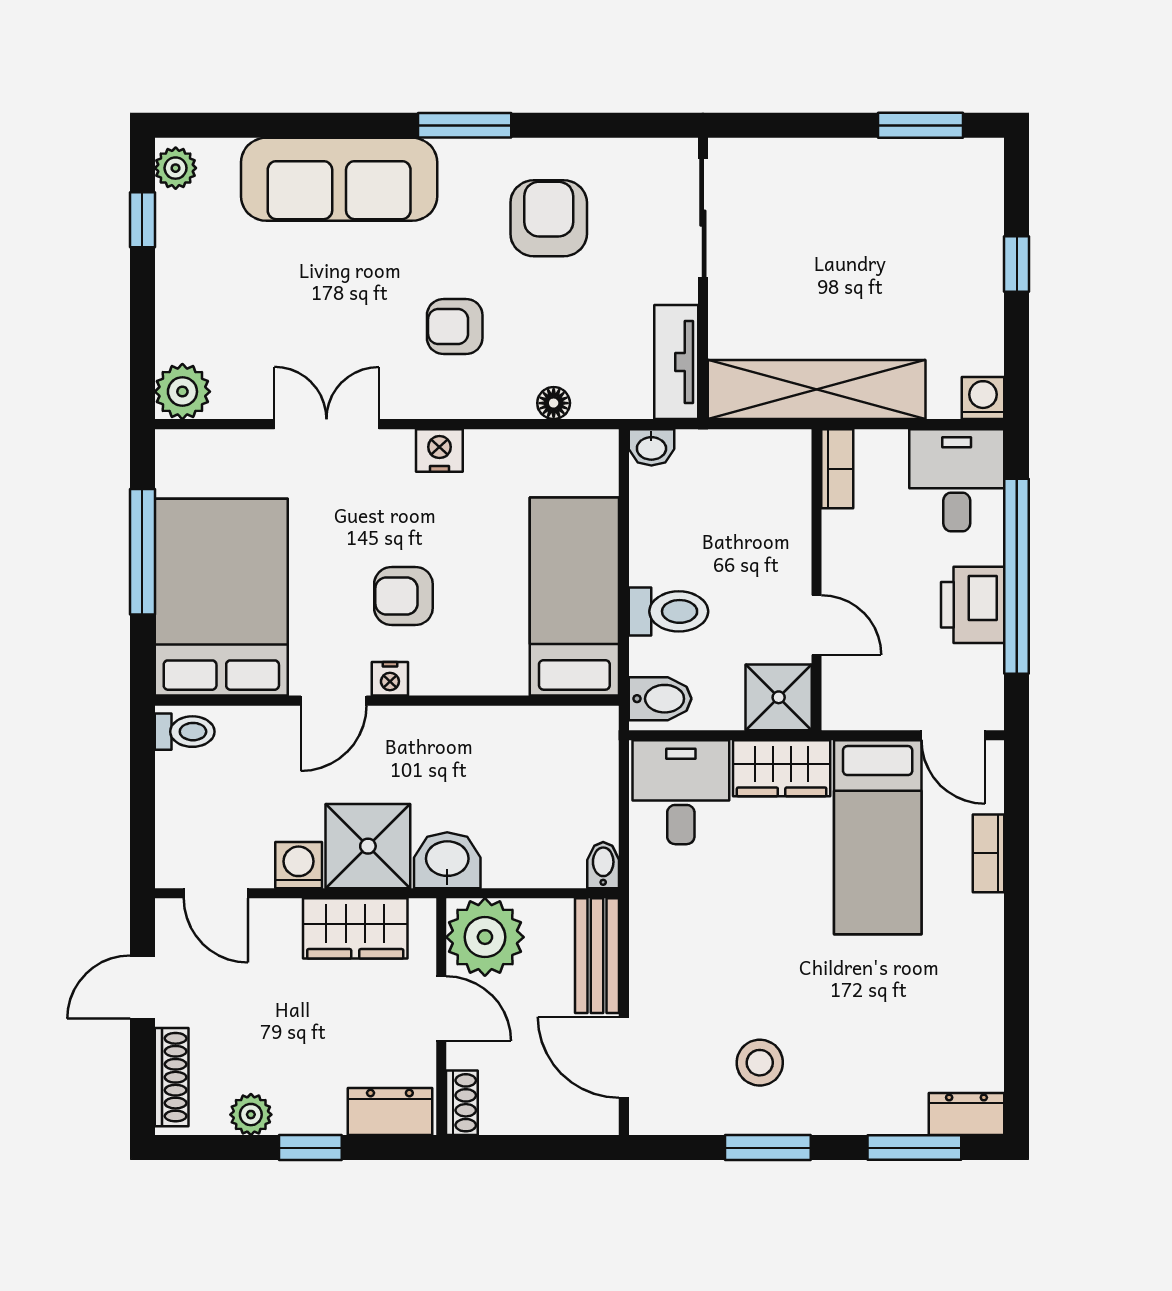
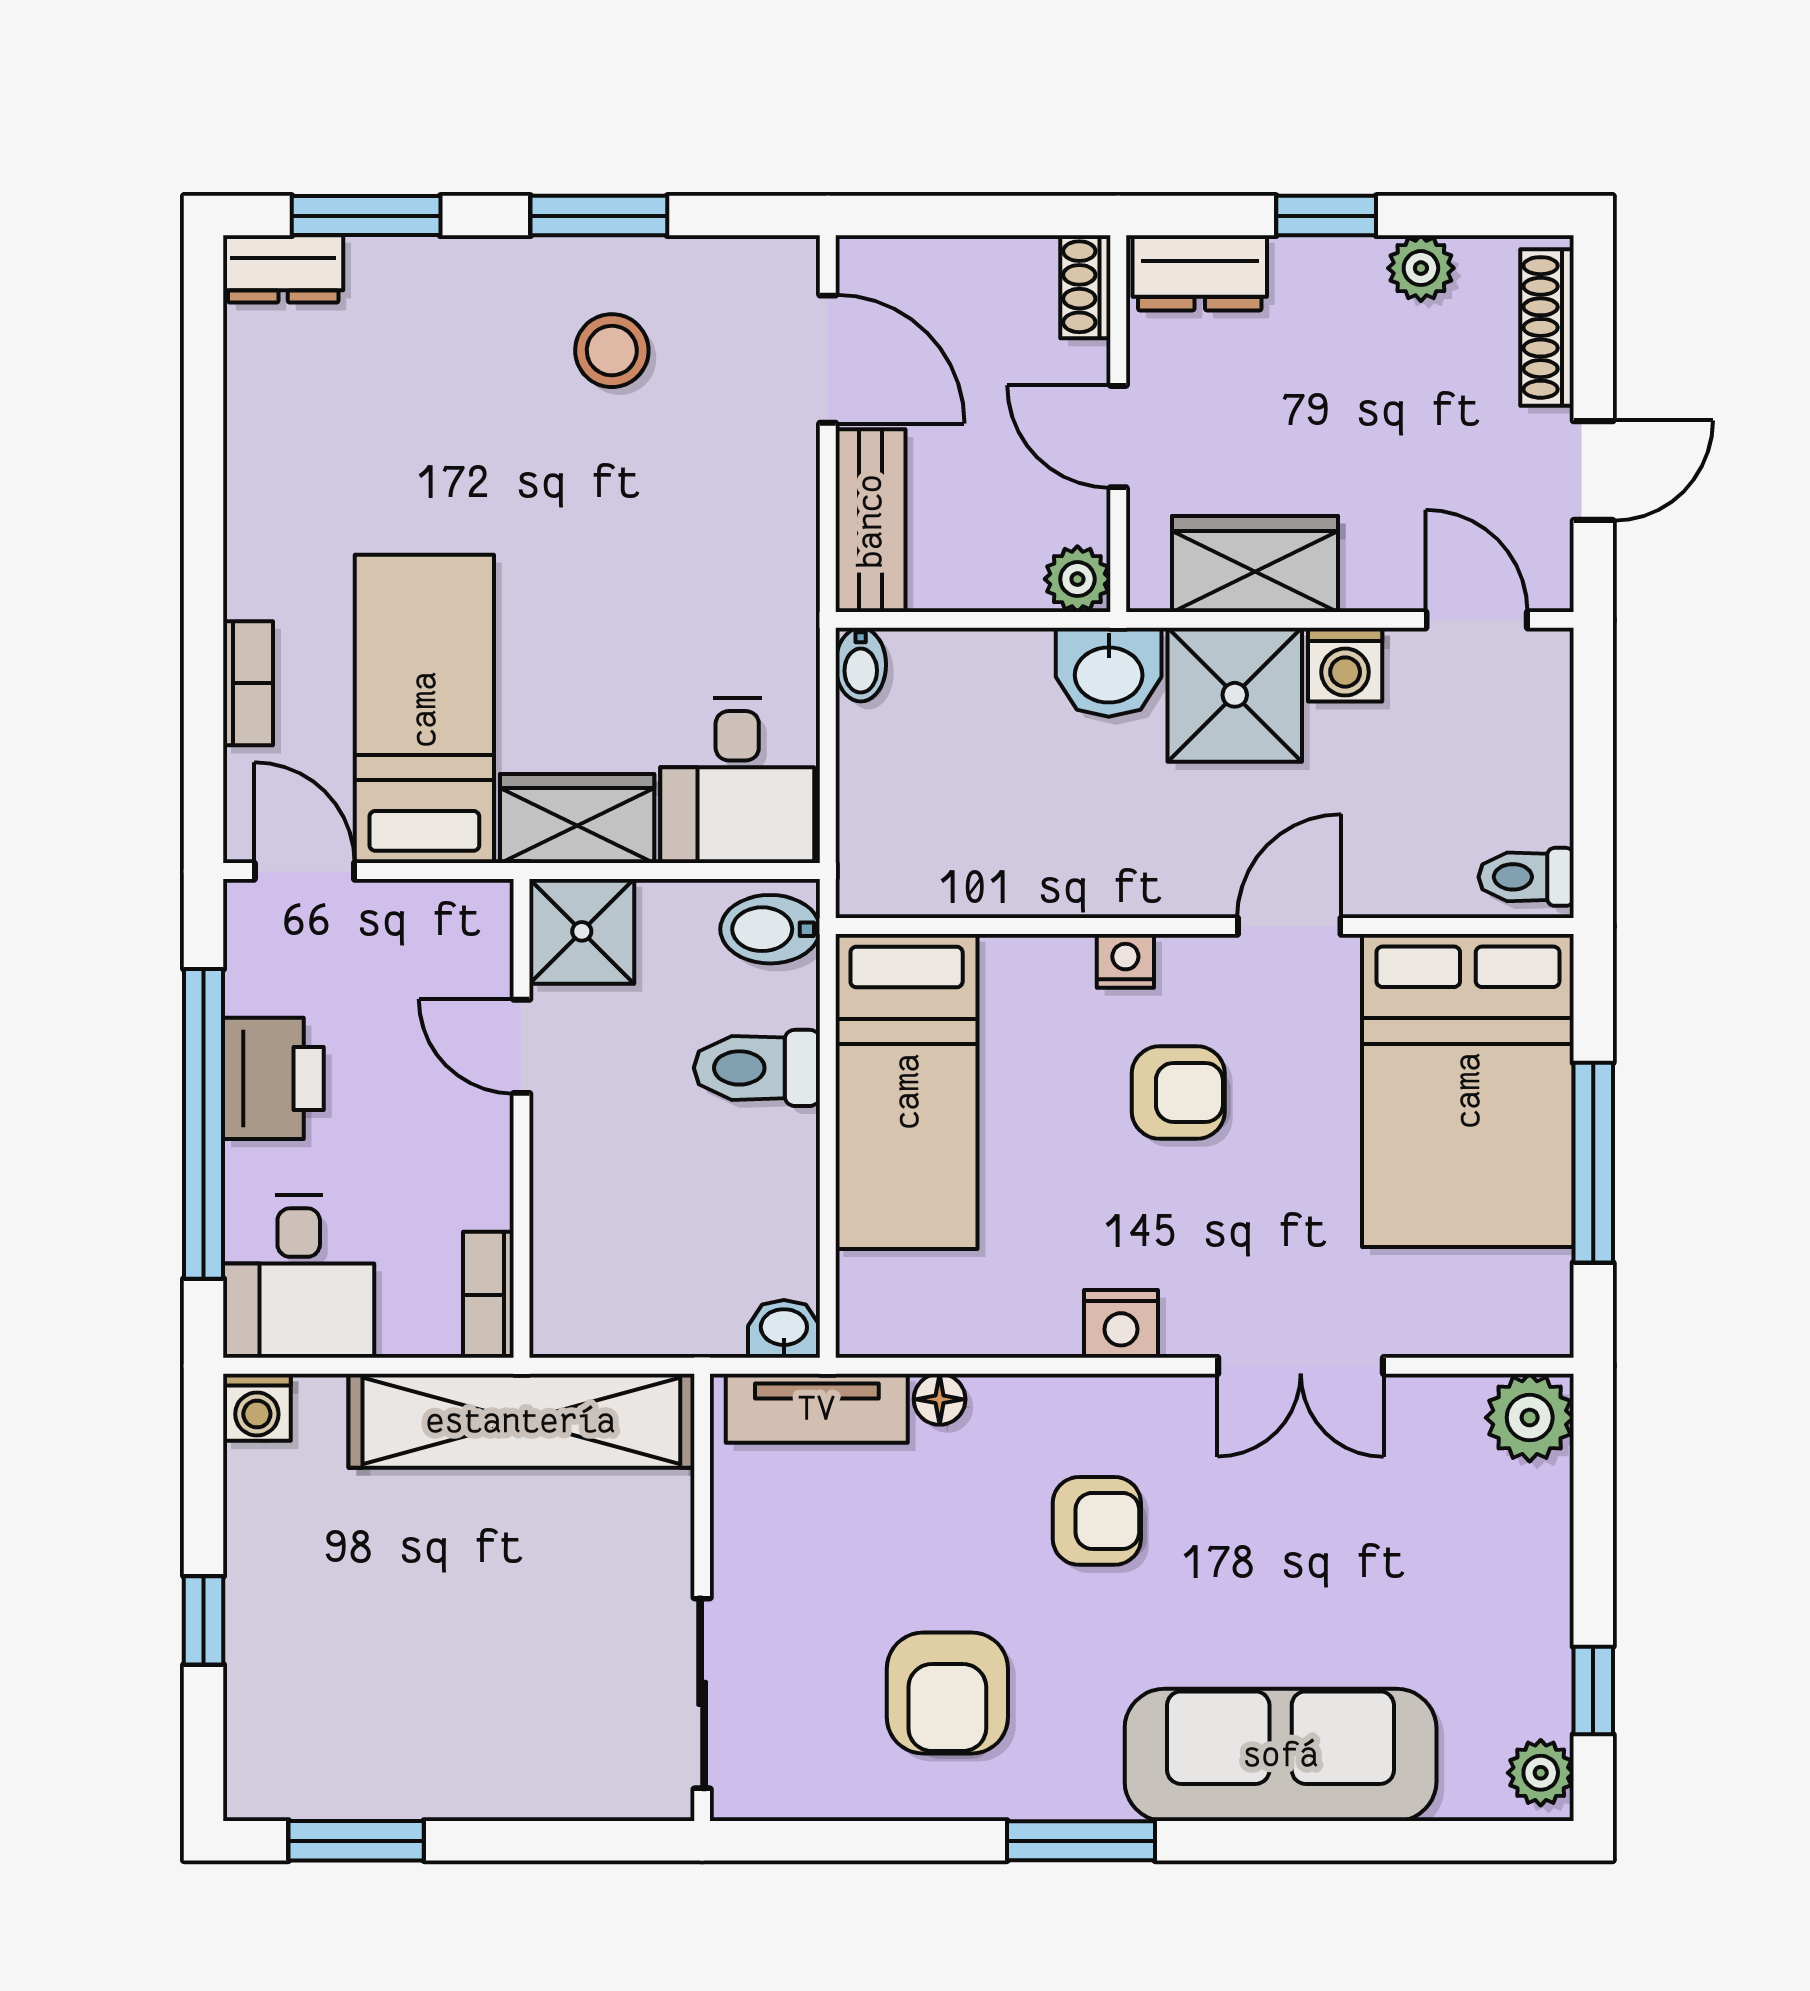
tv unit: (676, 362) -> (817, 1408), moved, turned 90
nightstand: (390, 679) -> (1125, 961), moved
plant: (485, 937) -> (1077, 579), width x0.53, depth x0.53

